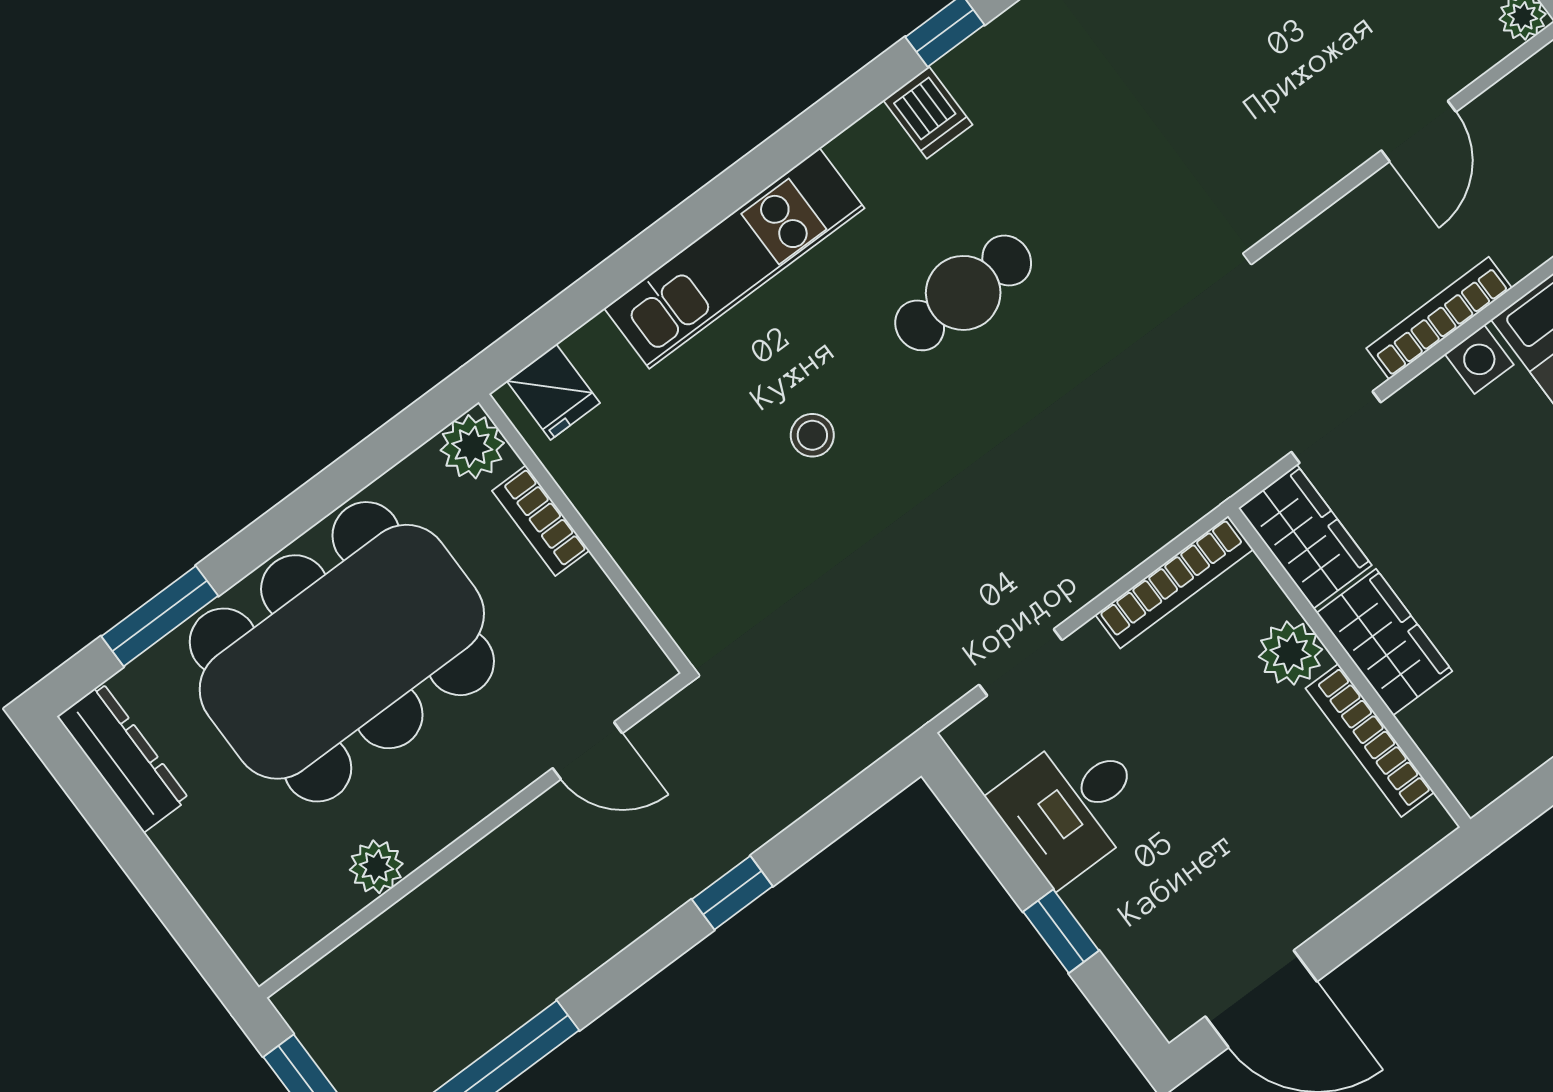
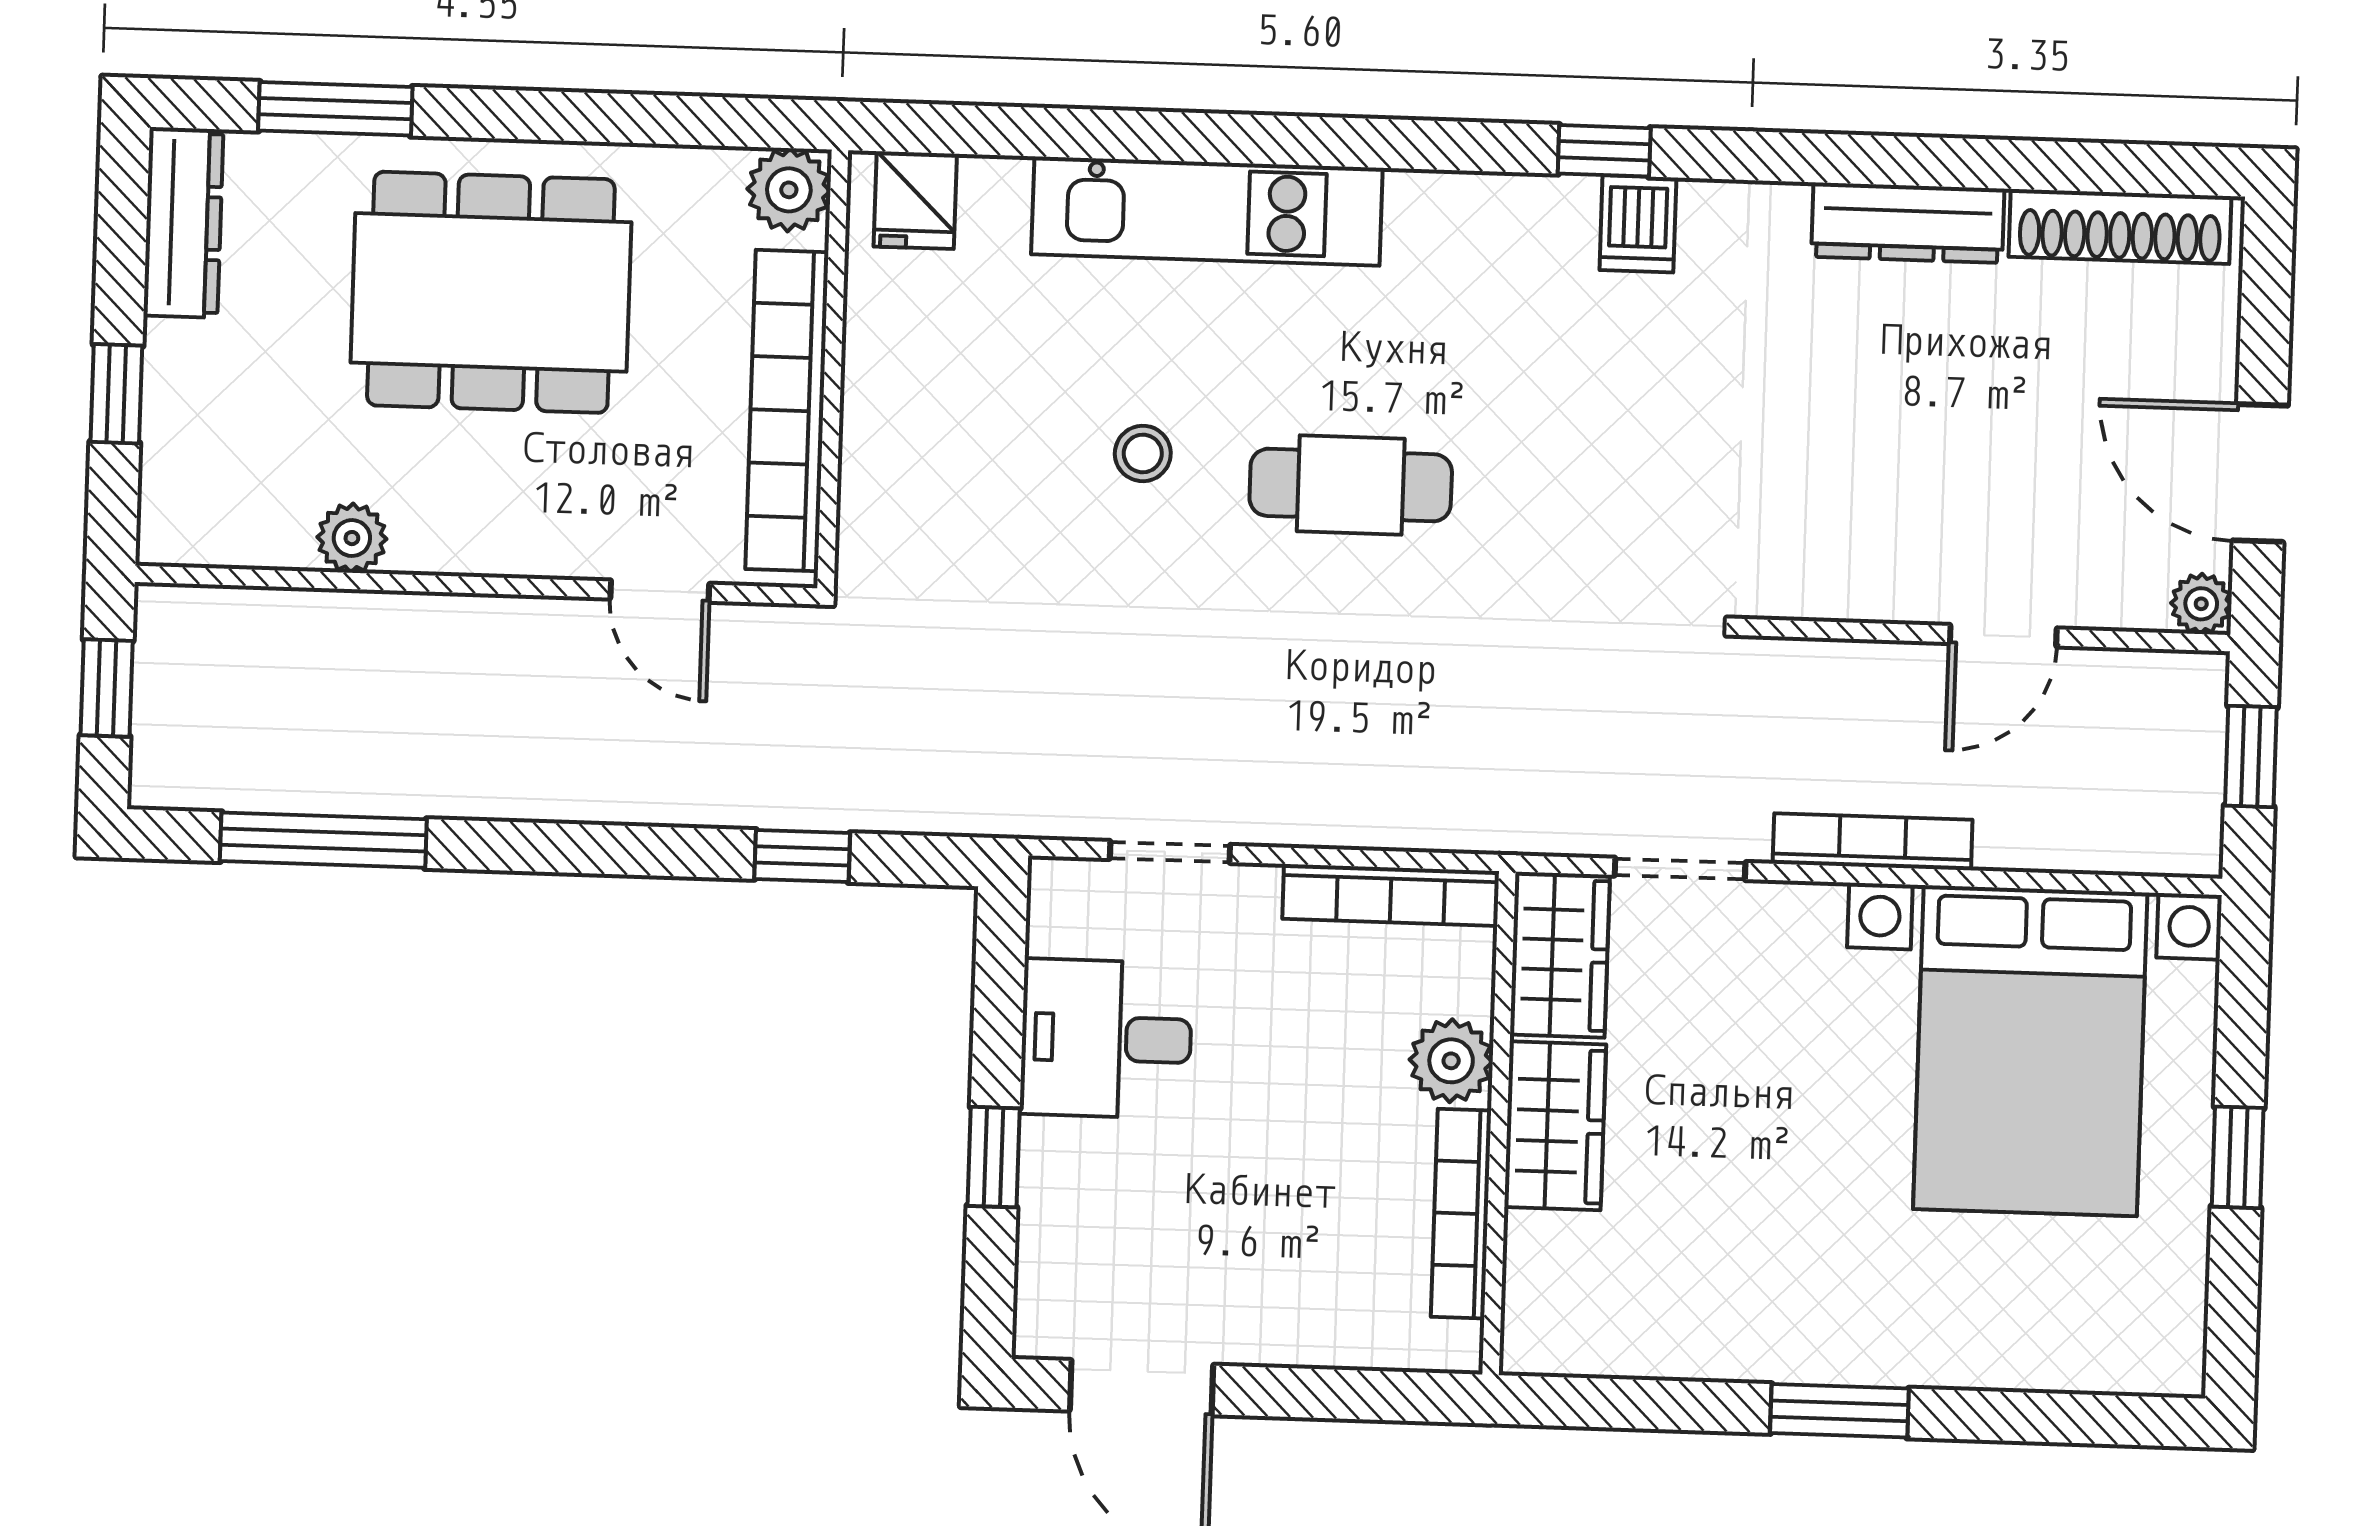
dishwasher: (928, 113) -> (1638, 224), moved
cafe table: (963, 293) -> (1351, 485), moved
bookcase: (541, 521) -> (787, 411), width x2.31, depth x1.31
dining table: (342, 652) -> (491, 292), width x0.73, depth x0.80
window: (165, 893) -> (116, 394), added
window: (732, 893) -> (802, 856), moved

